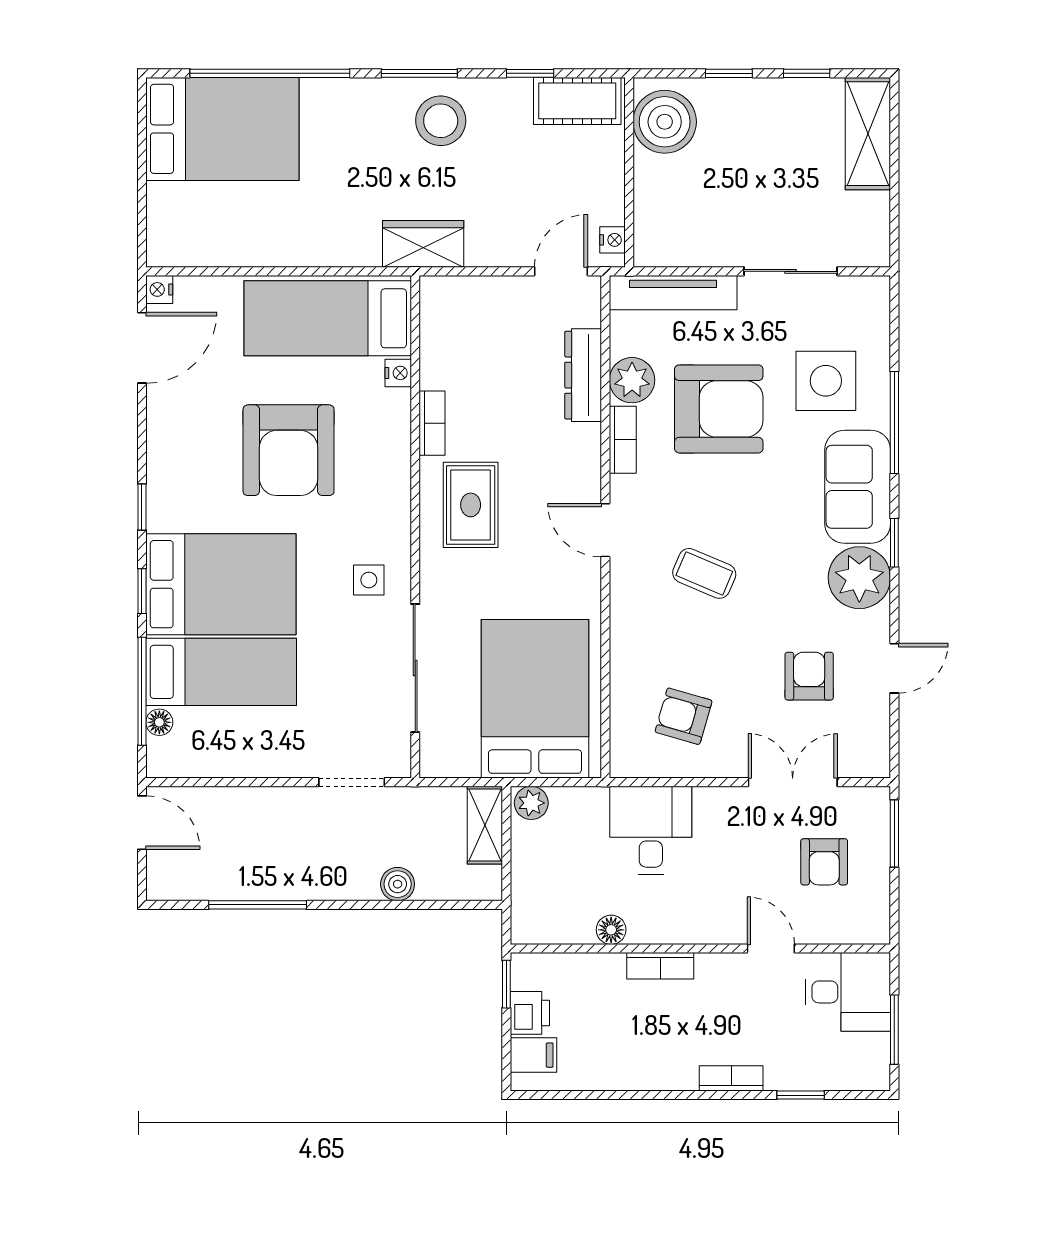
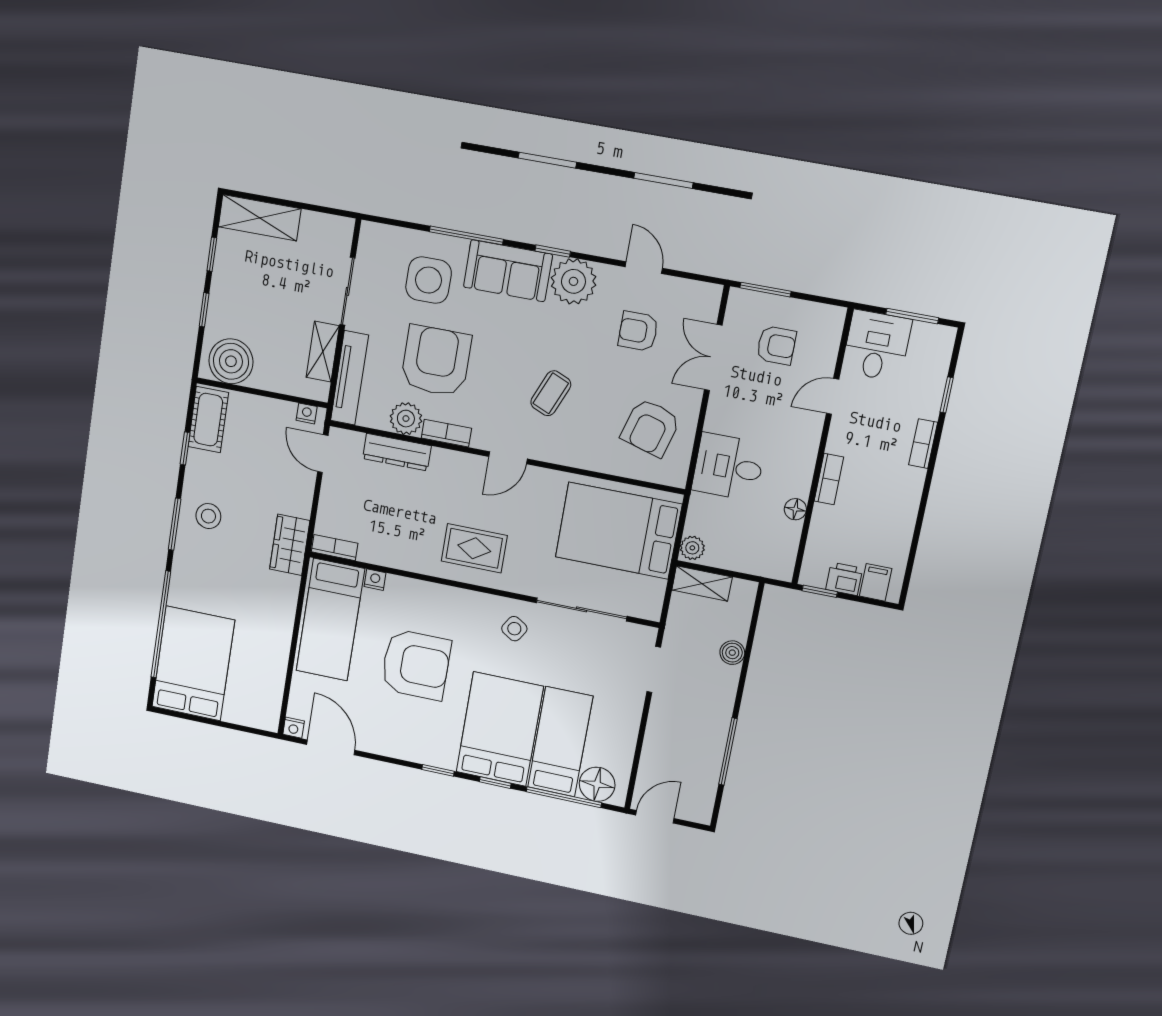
stool: (441, 121) -> (208, 516), width x0.73, depth x0.73
shelving: (702, 249) -> (323, 352), added
bookcase: (432, 423) -> (335, 548), moved
side table: (369, 580) -> (514, 629), turned 32
armchair: (684, 716) -> (650, 428), width x1.38, depth x1.38
floor lamp: (159, 722) -> (597, 784), width x1.89, depth x1.89

